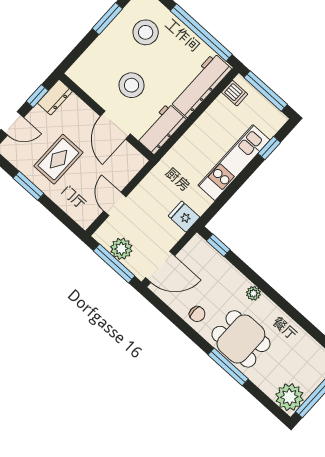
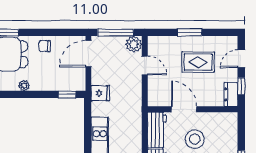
rug: (58, 159) -> (198, 62), turned 90
window: (28, 186) -> (190, 32), moved
plant: (121, 249) -> (134, 44), moved

